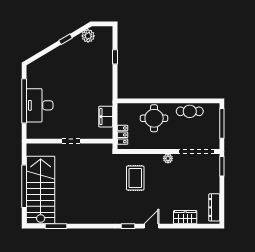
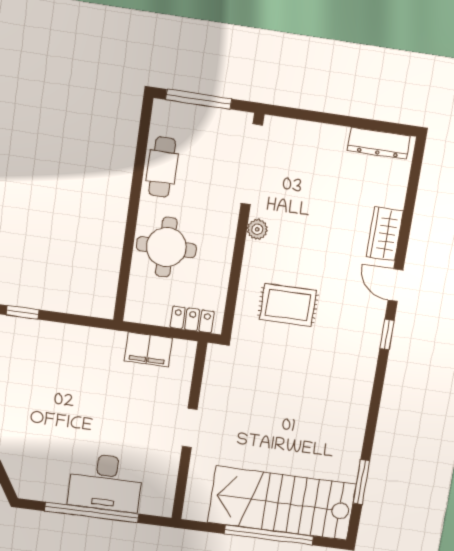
window: (222, 166) -> (293, 113), removed
wardrobe: (185, 217) -> (385, 234), moved

